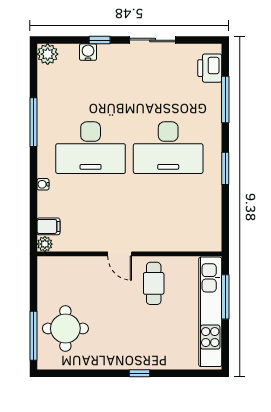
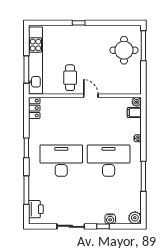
locker: (212, 234) -> (34, 108), added

